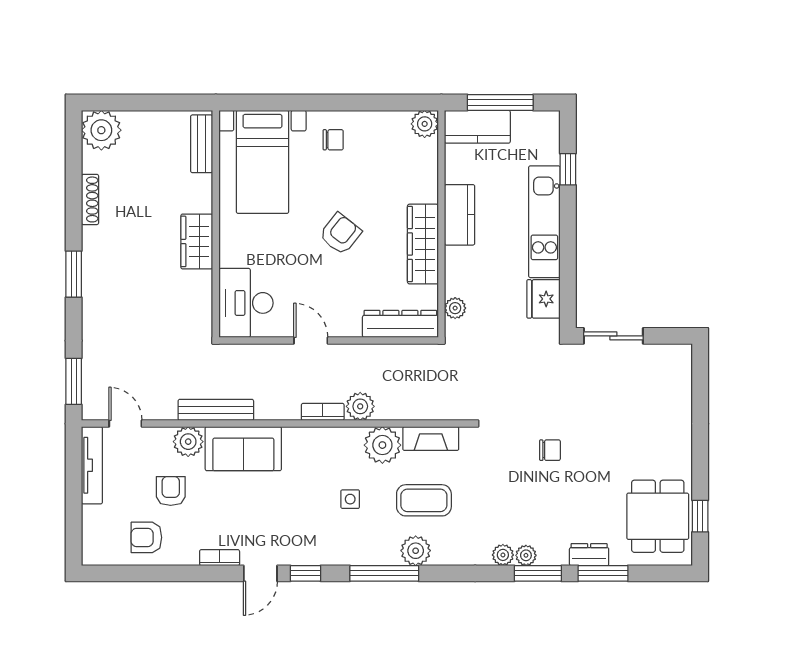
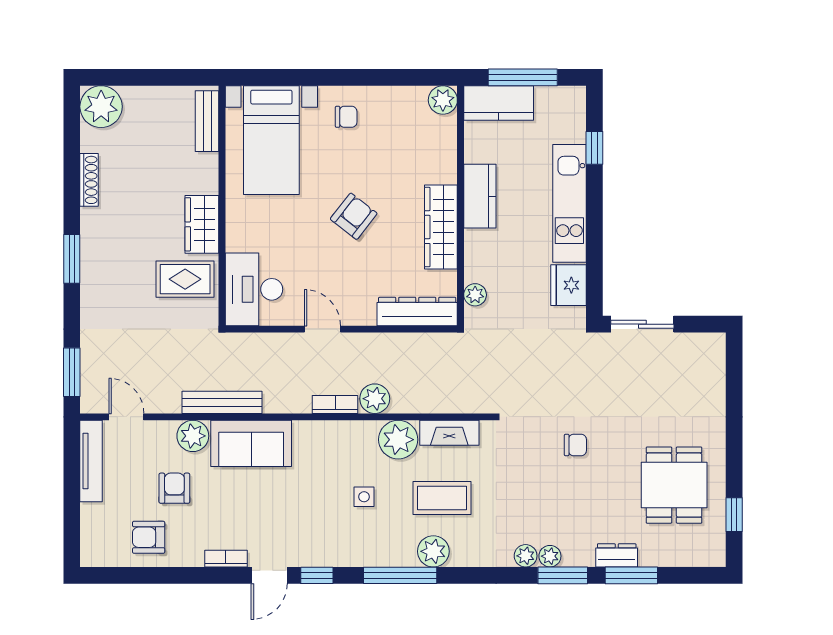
rug: (181, 293) -> (185, 279), added
dining table: (658, 516) -> (674, 485), moved

